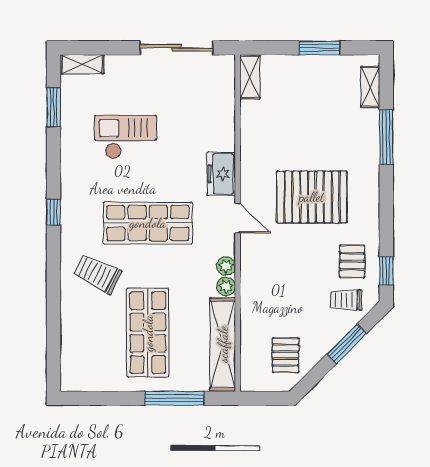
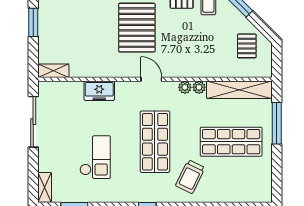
checkout: (126, 137) -> (95, 157), turned 180
freezer: (221, 174) -> (99, 91), moved
door: (238, 218) -> (151, 79), hinge flipped
pallet: (286, 355) -> (247, 46), turned 90

